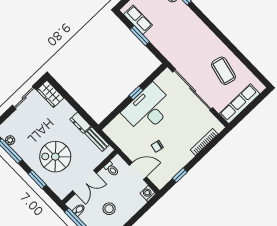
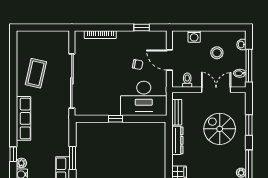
row of seats: (240, 104) -> (24, 118), moved, turned -90
desk: (148, 109) -> (144, 98), moved
dresser: (80, 123) -> (177, 140), width x1.44
spiral stairs: (55, 157) -> (220, 129), turned 180
washing machine: (148, 194) -> (194, 36), moved

